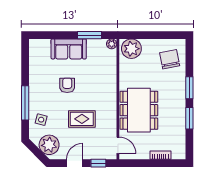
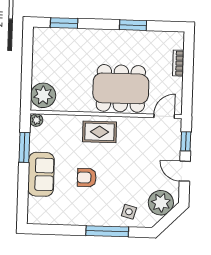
chair: (170, 59) -> (58, 48), removed
window: (189, 88) -> (64, 23), moved
rug: (82, 119) -> (99, 132), moved, turned 90

